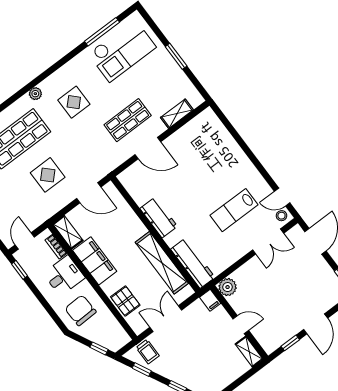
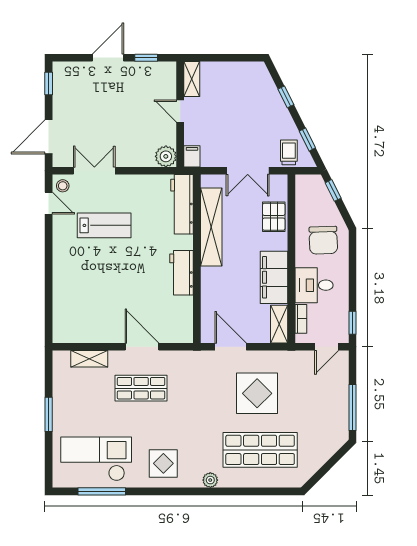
display table: (74, 102) -> (163, 463), moved
display table: (48, 175) -> (257, 393), width x1.36, depth x1.36

